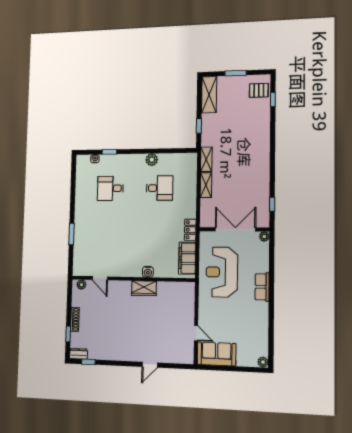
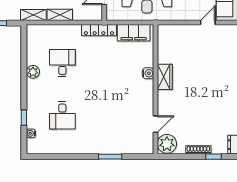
locker: (190, 230) -> (99, 30), width x1.53
plant: (81, 285) -> (167, 144), width x1.87, depth x1.87

